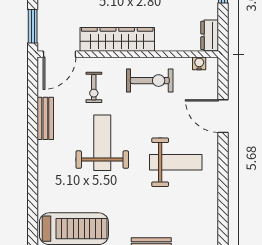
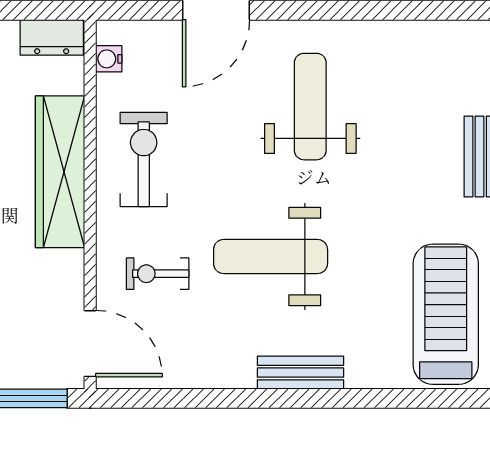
wardrobe: (117, 39) -> (60, 172), moved
exercise bike: (94, 87) -> (158, 274), turned 180
bench: (45, 118) -> (300, 373), moved

